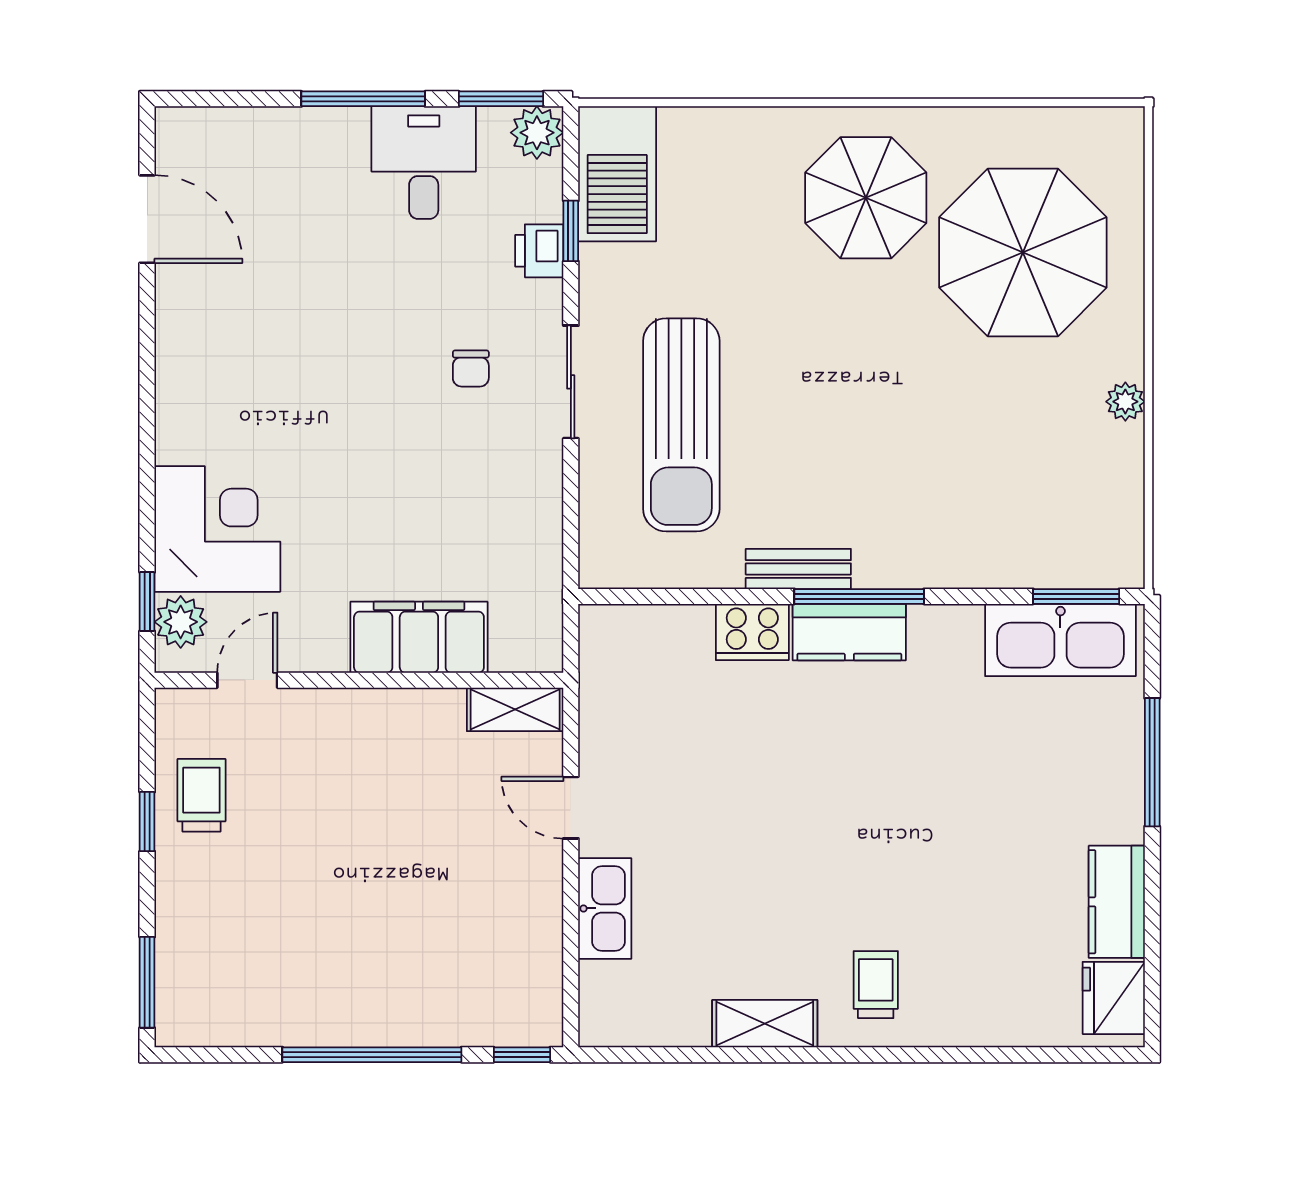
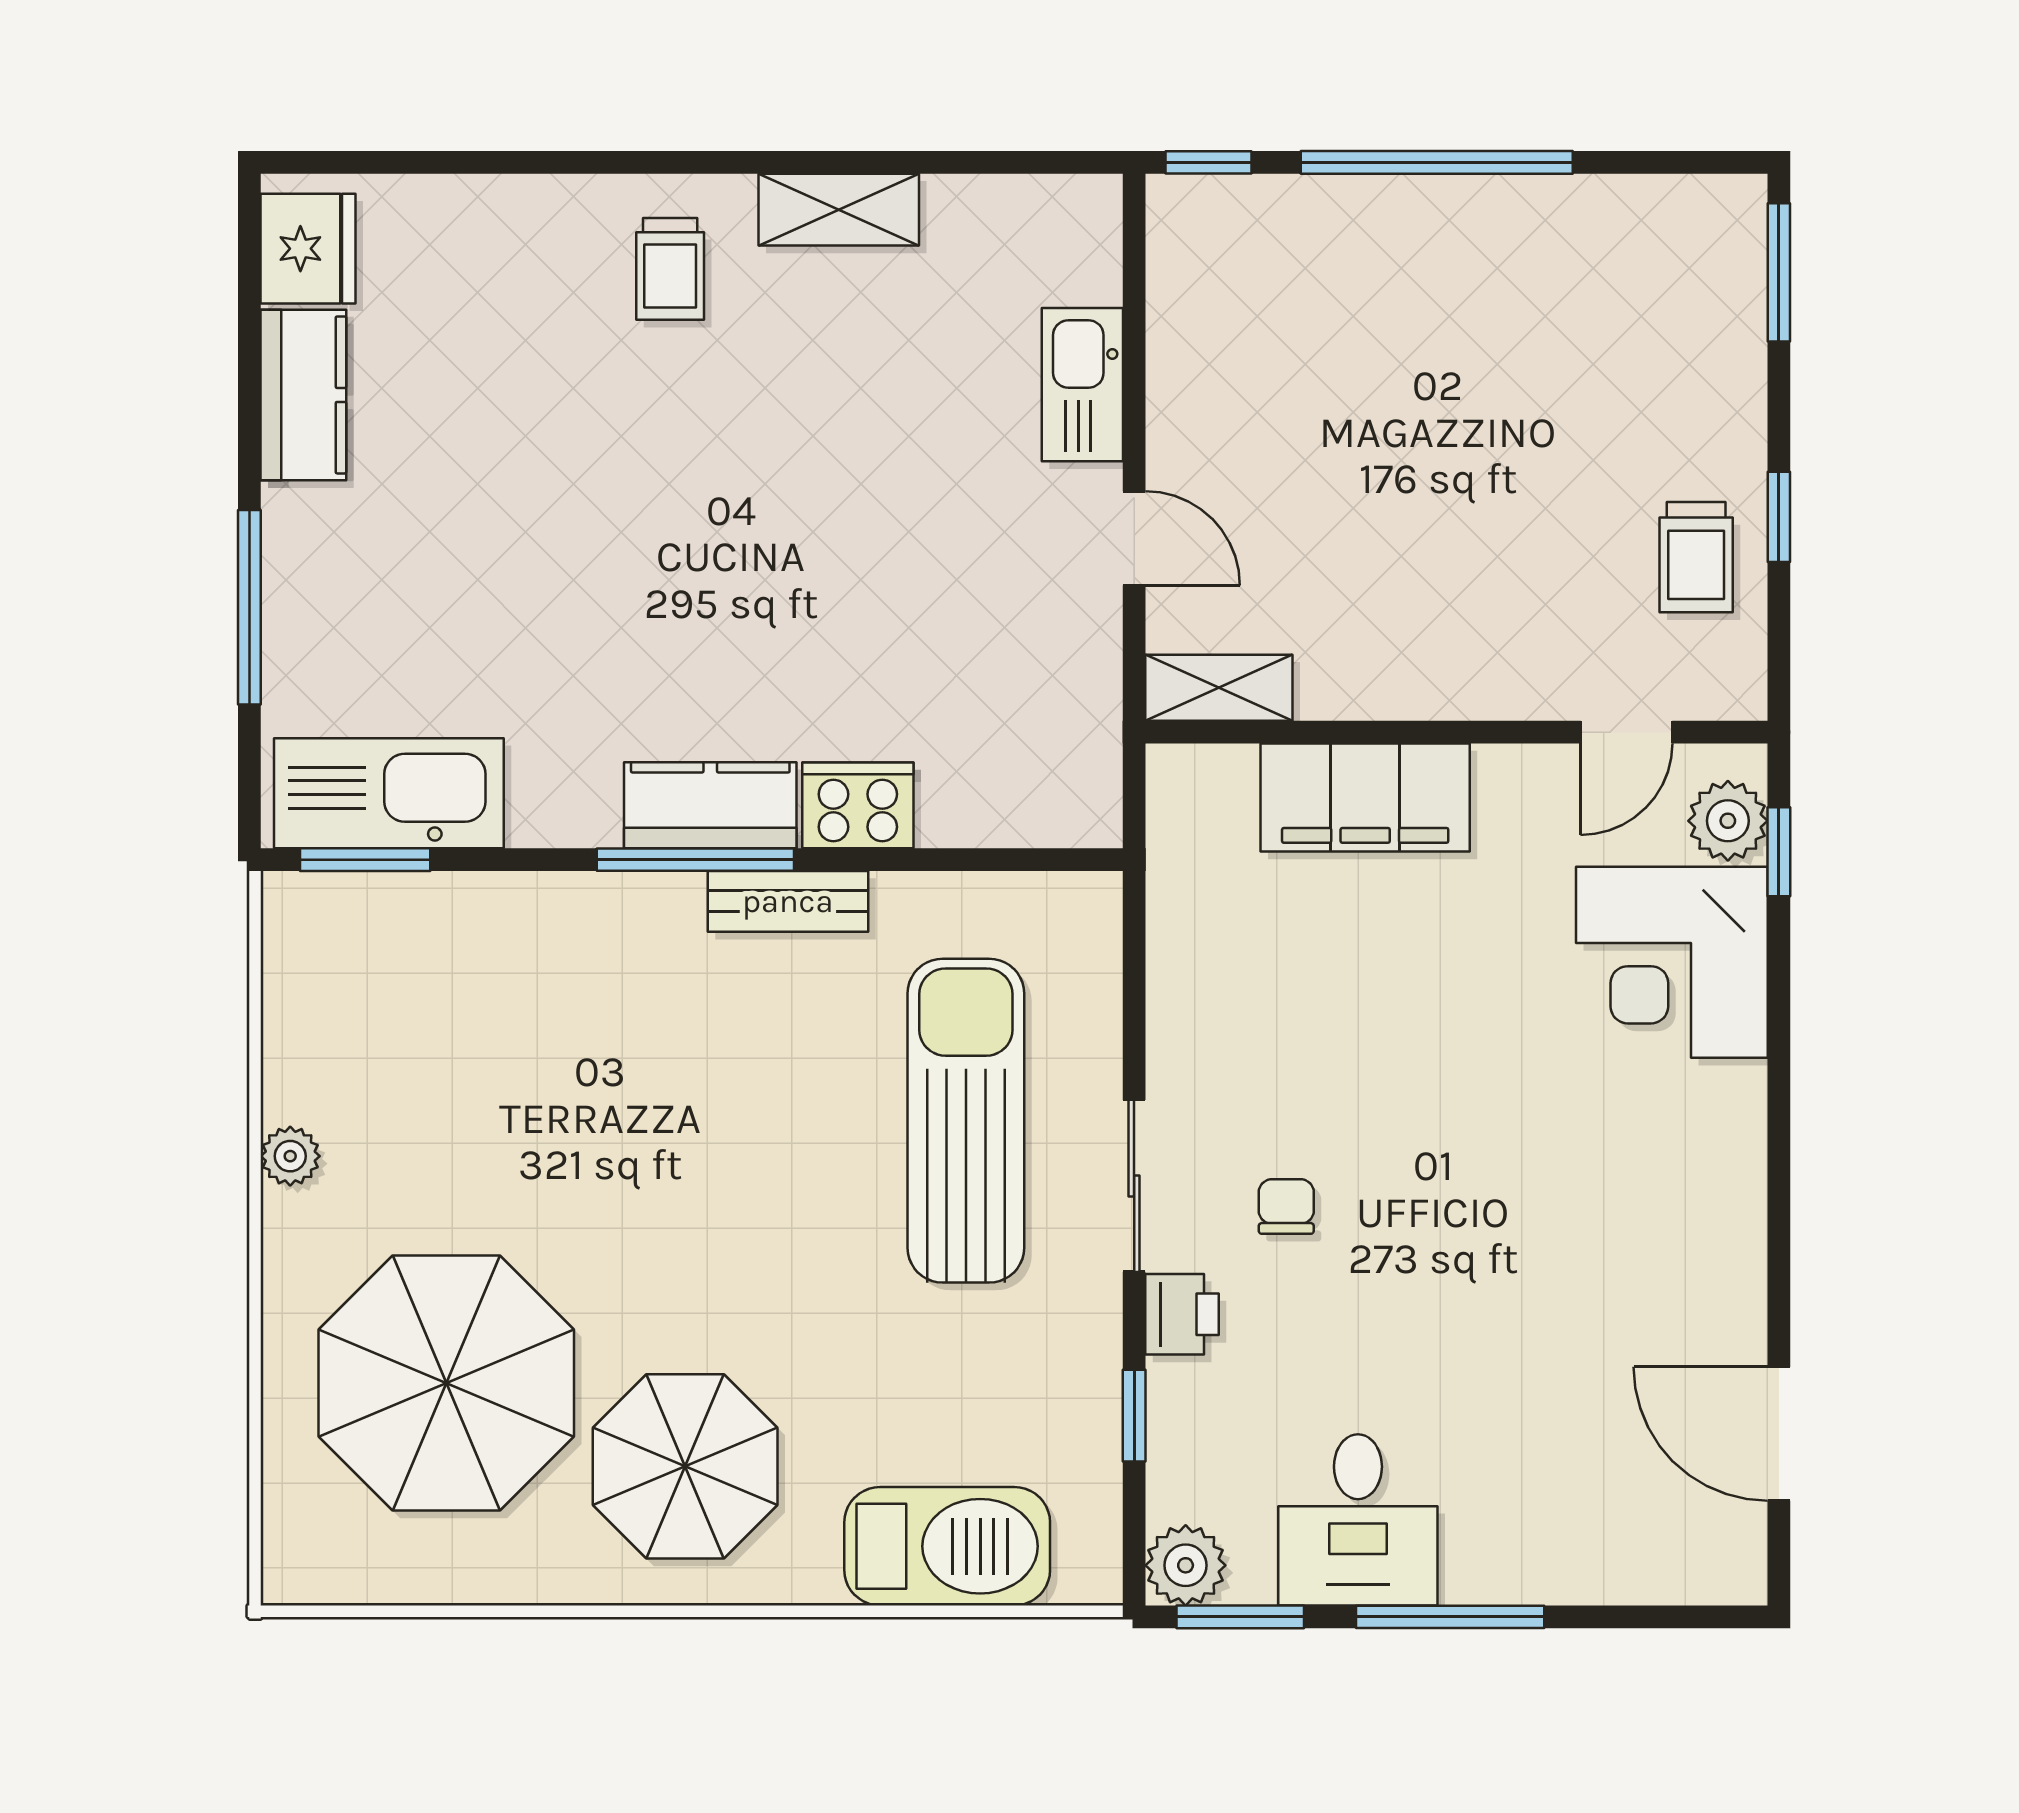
barbecue: (617, 174) -> (947, 1546), moved, turned 90
printer: (539, 251) -> (1182, 1314), moved

